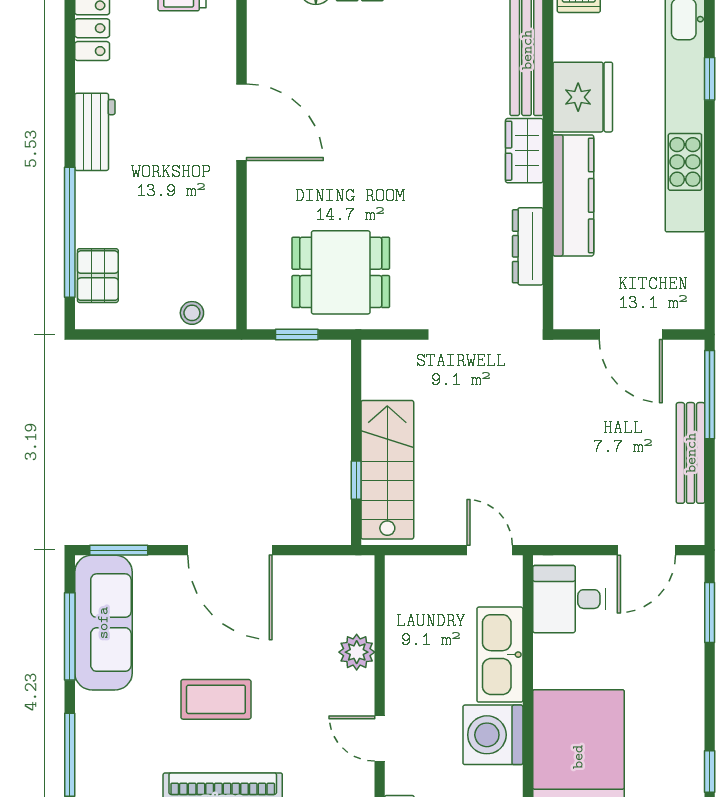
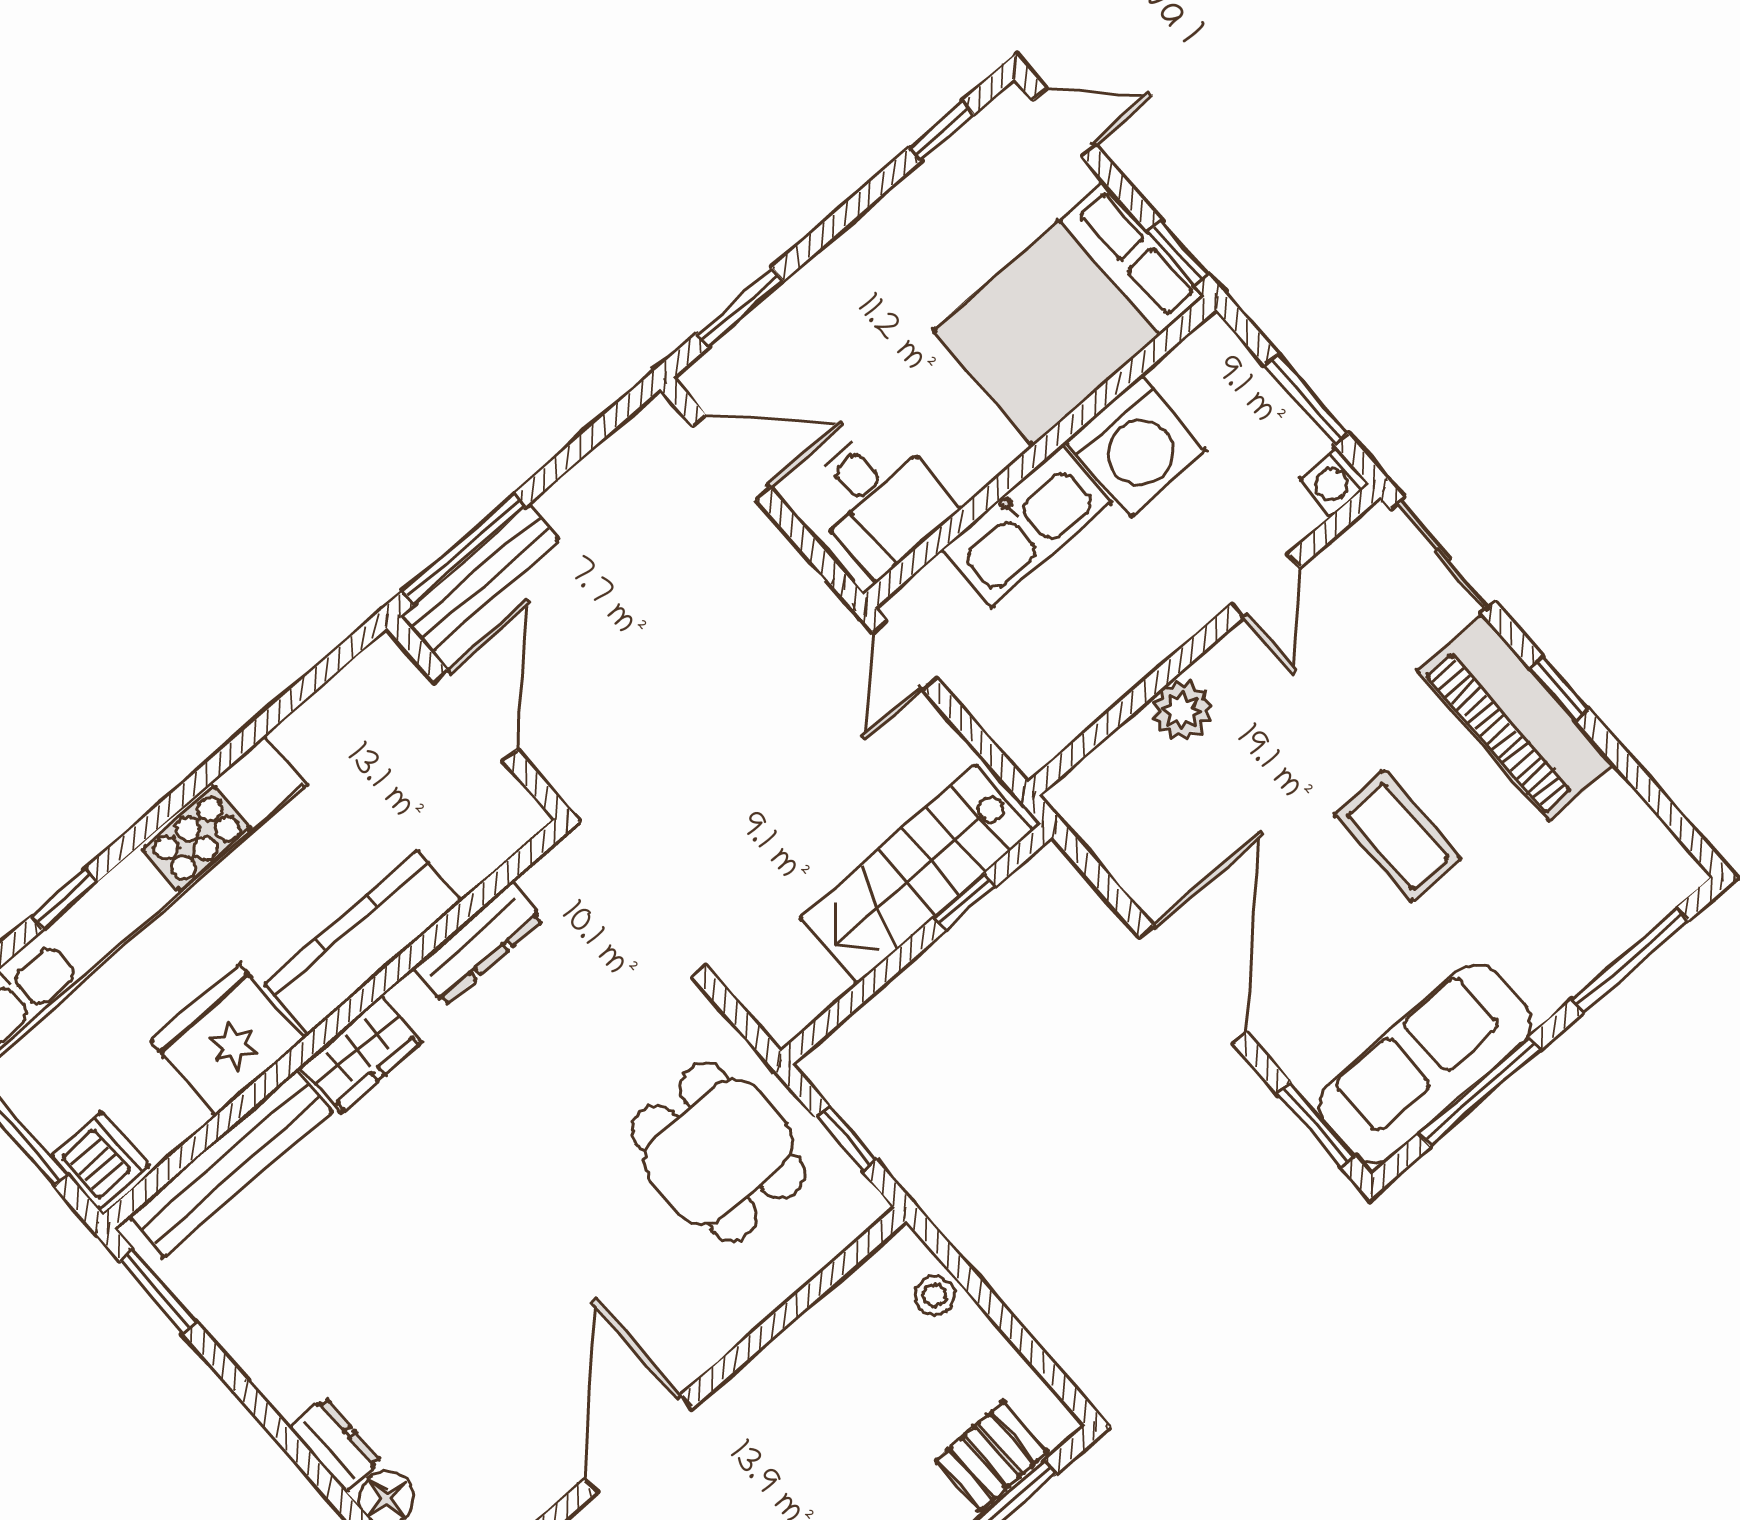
bench: (691, 453) -> (480, 578), moved

